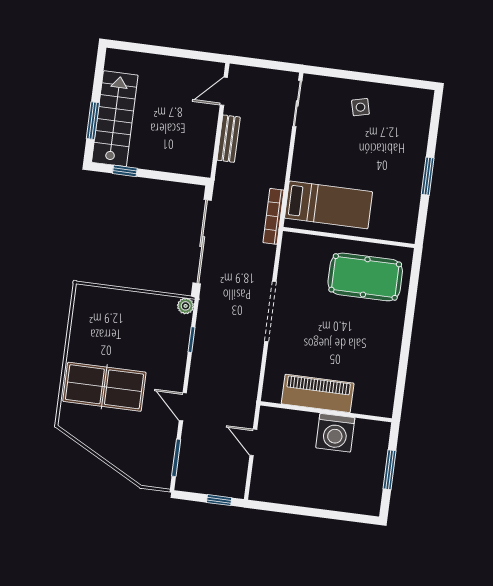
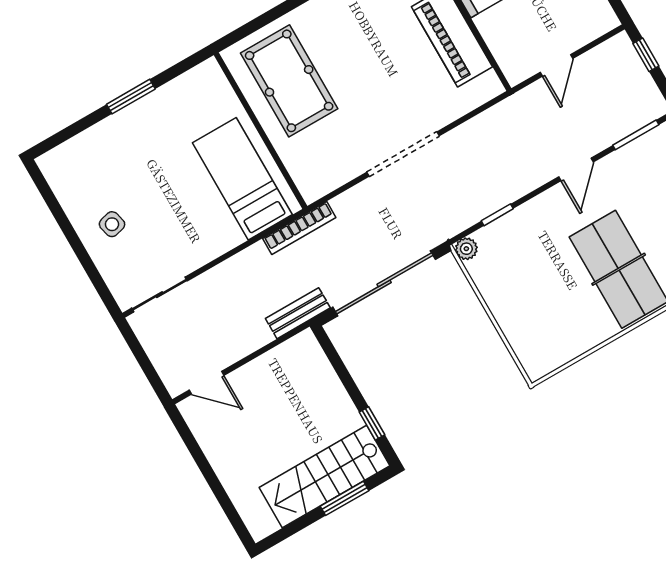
bench: (229, 139) -> (298, 313), moved

